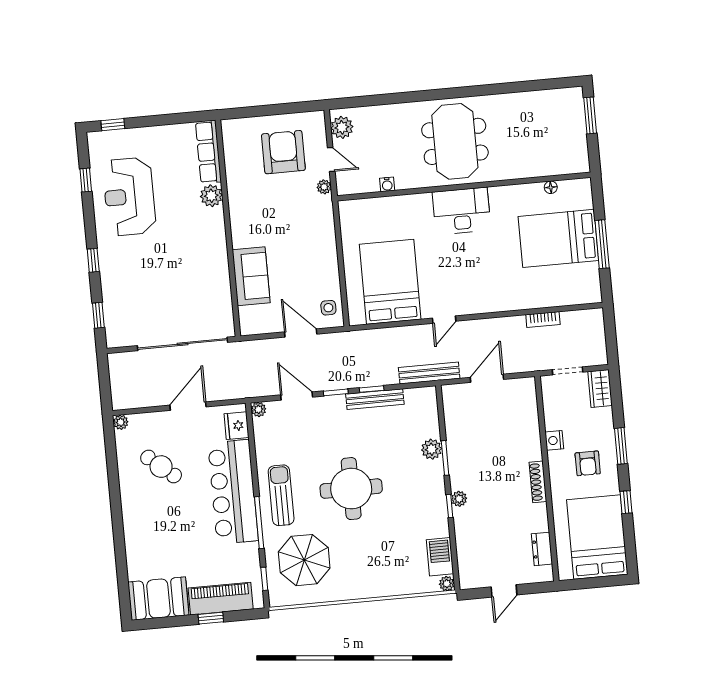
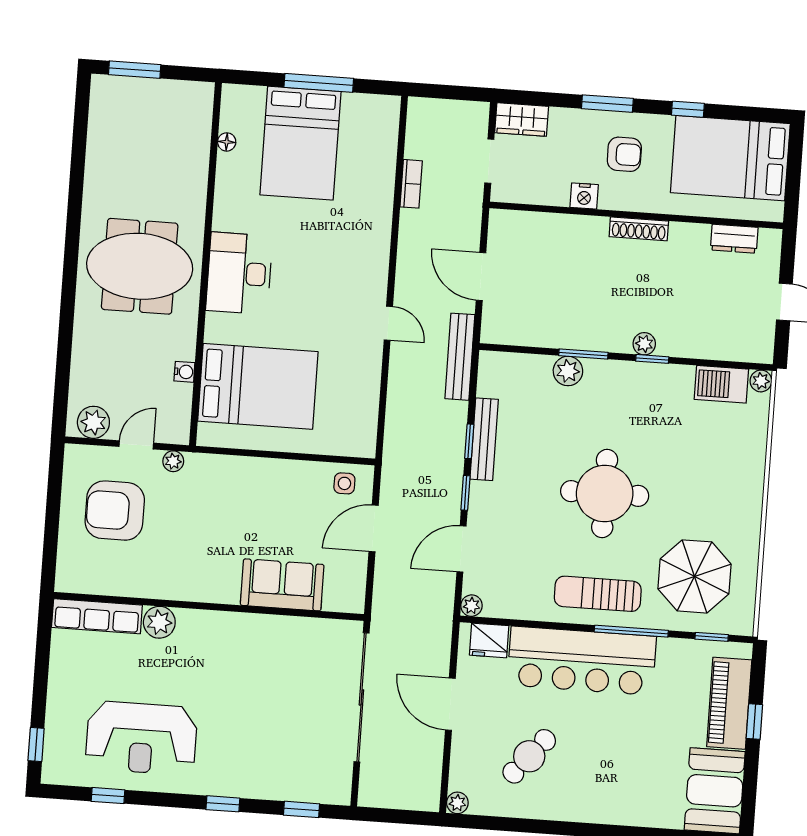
bed: (390, 282) -> (258, 386), moved, turned 180

